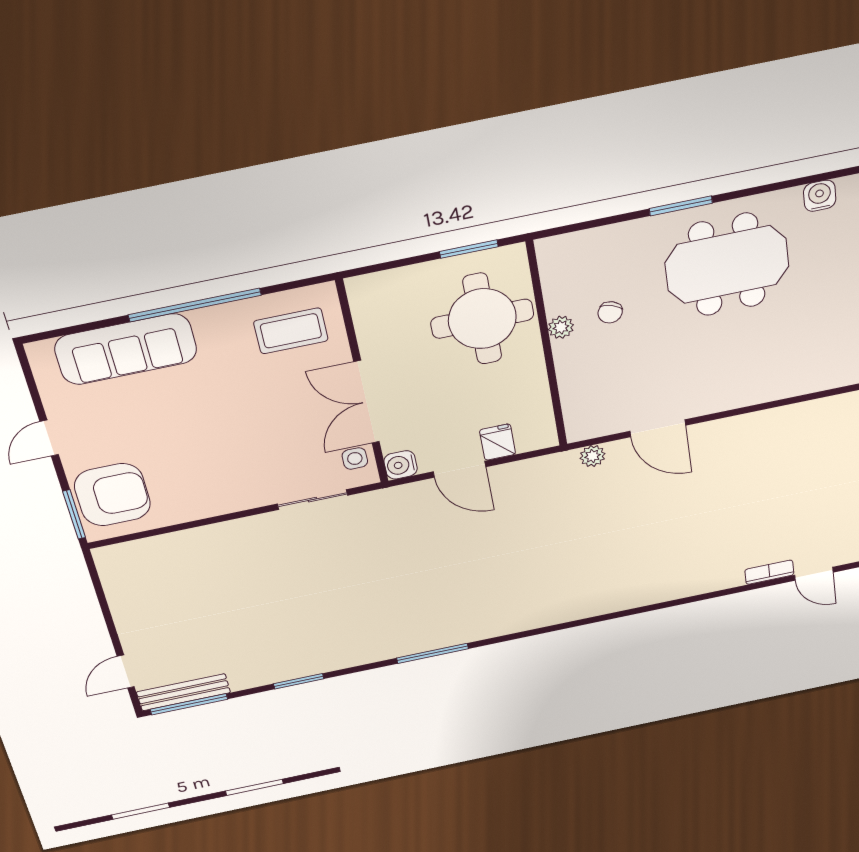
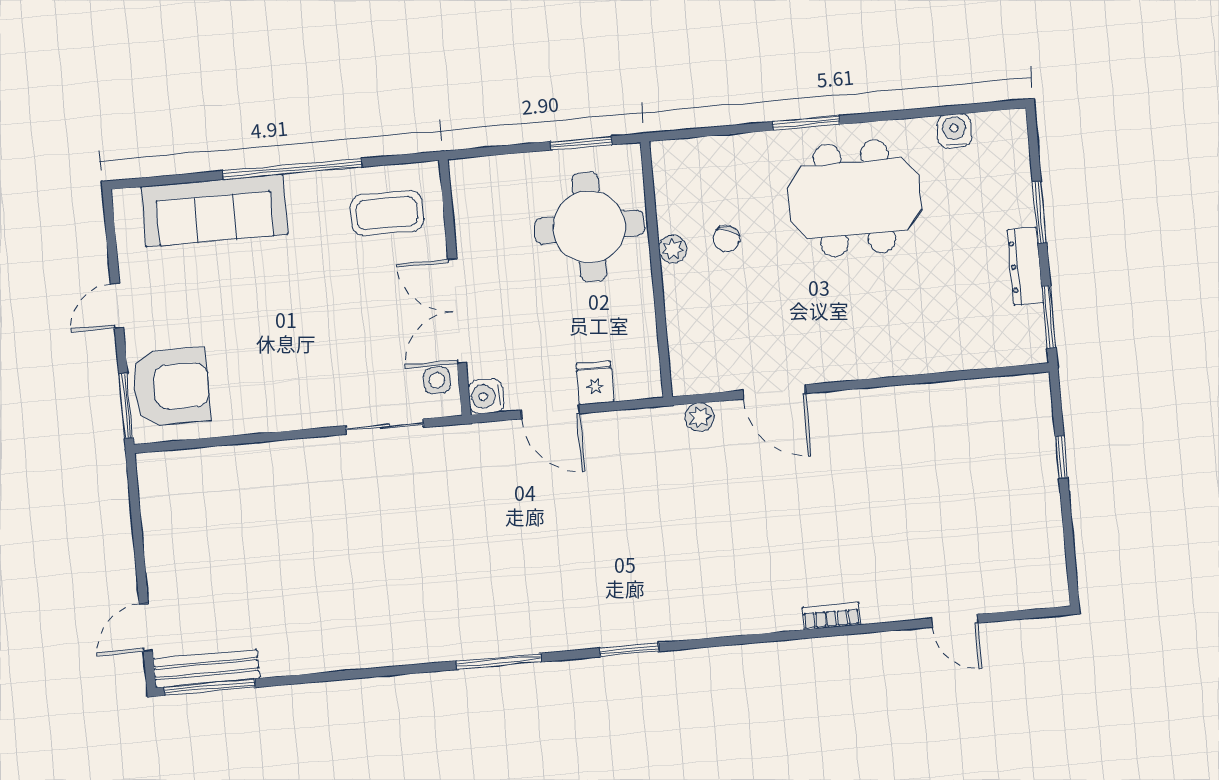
bookcase: (769, 572) -> (831, 616), moved
window: (299, 681) -> (629, 650), moved

